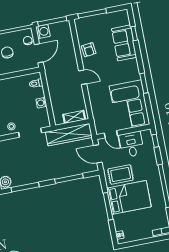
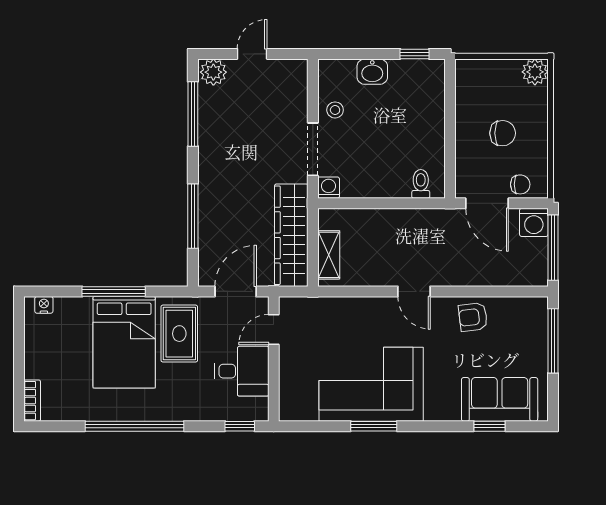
sofa: (124, 43) -> (500, 399), moved
door: (83, 77) -> (414, 291), hinge flipped
washing machine: (41, 103) -> (329, 188), moved
corner sofa: (130, 105) -> (371, 384), moved

